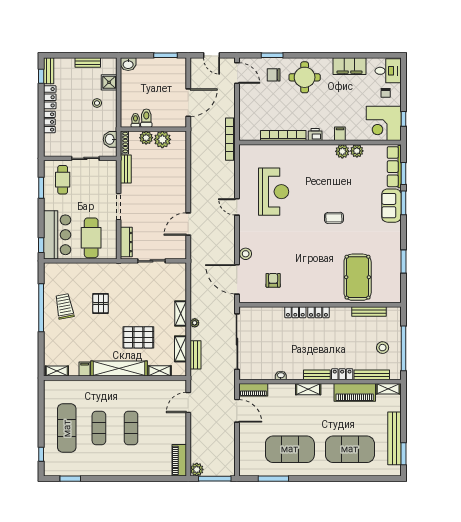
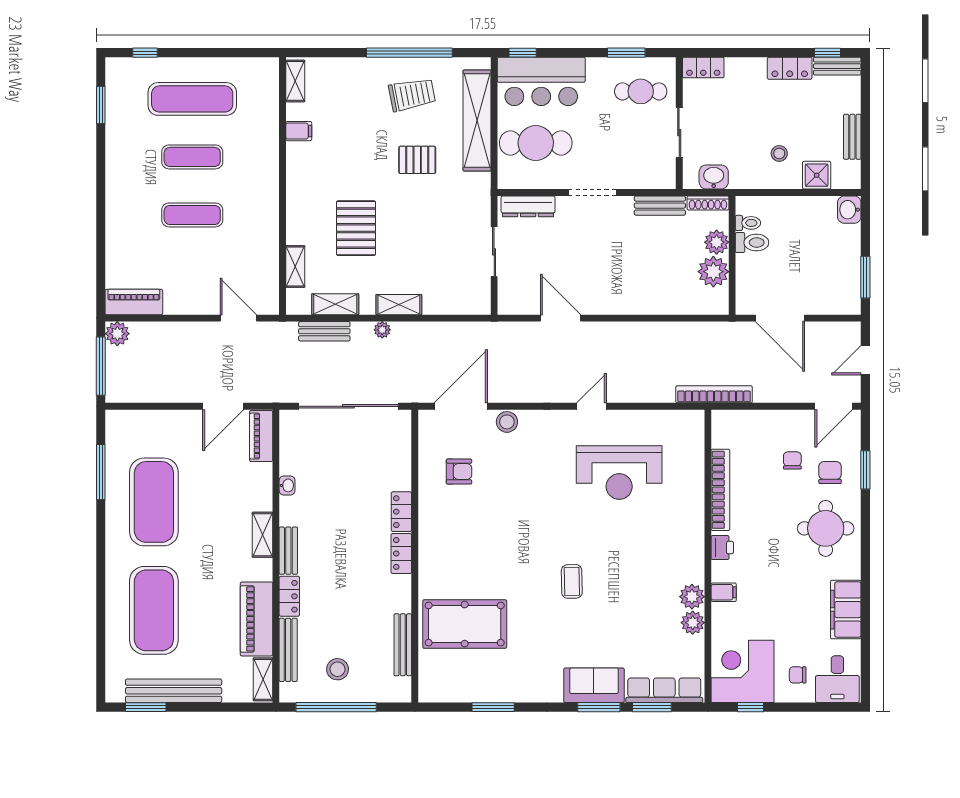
chair: (267, 96) -> (792, 460), added
locker: (49, 122) -> (703, 68), moved
shelving: (119, 369) -> (477, 121), moved

